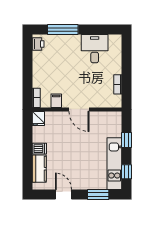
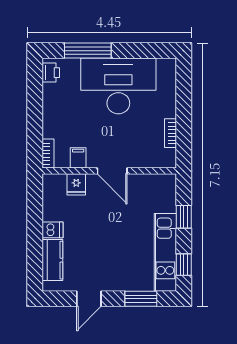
desk: (95, 49) -> (118, 86), width x1.87, depth x1.30
fridge: (38, 118) -> (76, 184), moved
door: (63, 194) -> (89, 299), swing flipped

